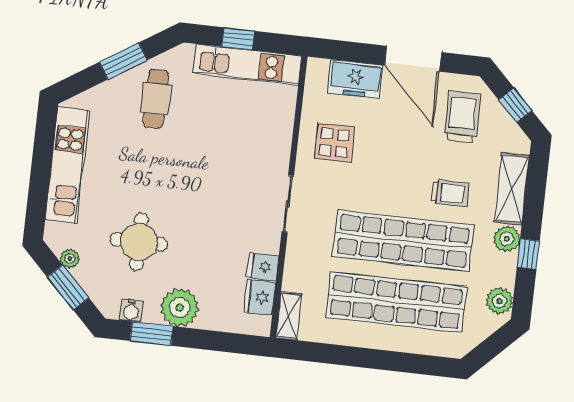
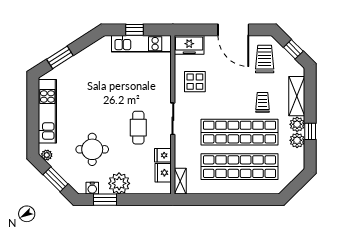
window: (123, 61) -> (60, 57), moved
freezer: (355, 79) -> (189, 45), moved
cafe table: (156, 99) -> (138, 128), moved
trolley: (450, 193) -> (263, 102), turned -90
plant: (70, 259) -> (47, 155), moved
plant: (500, 301) -> (297, 140), moved

